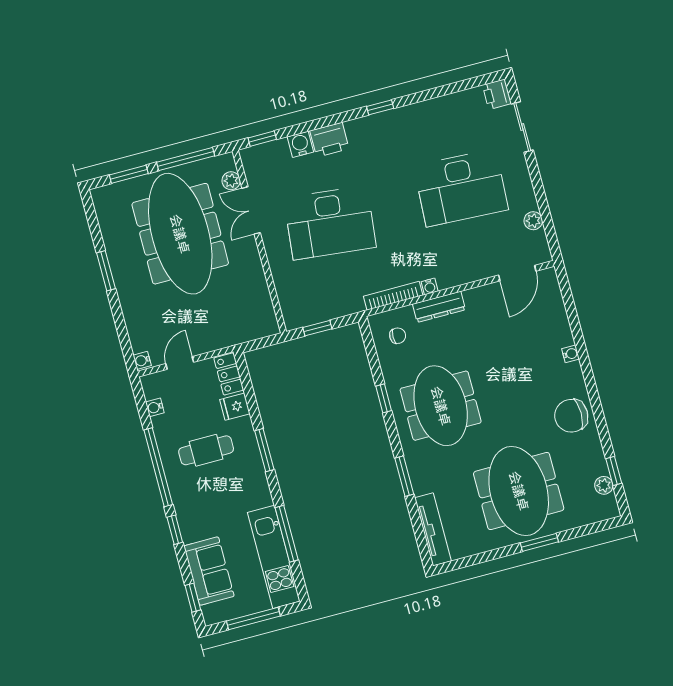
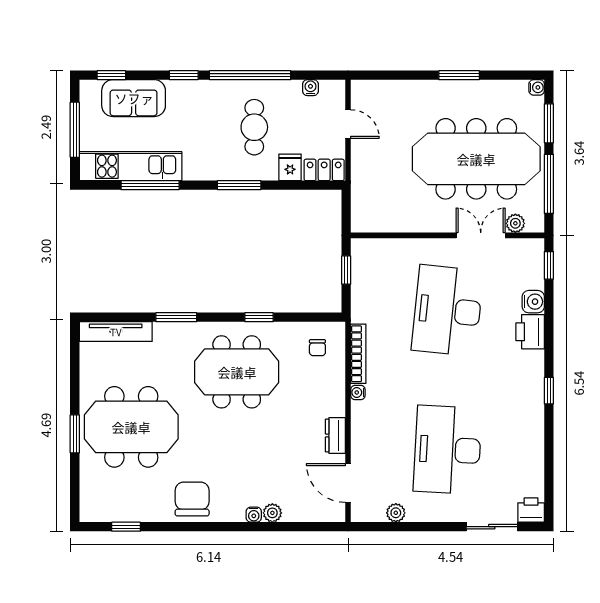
dresser: (439, 307) -> (335, 435), moved, width x0.70
water cooler: (142, 360) -> (537, 87), moved, turned 90
plant: (604, 485) -> (272, 513), moved

